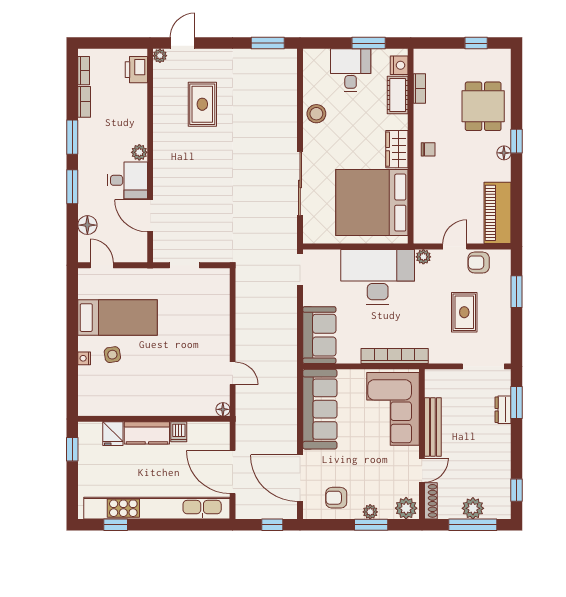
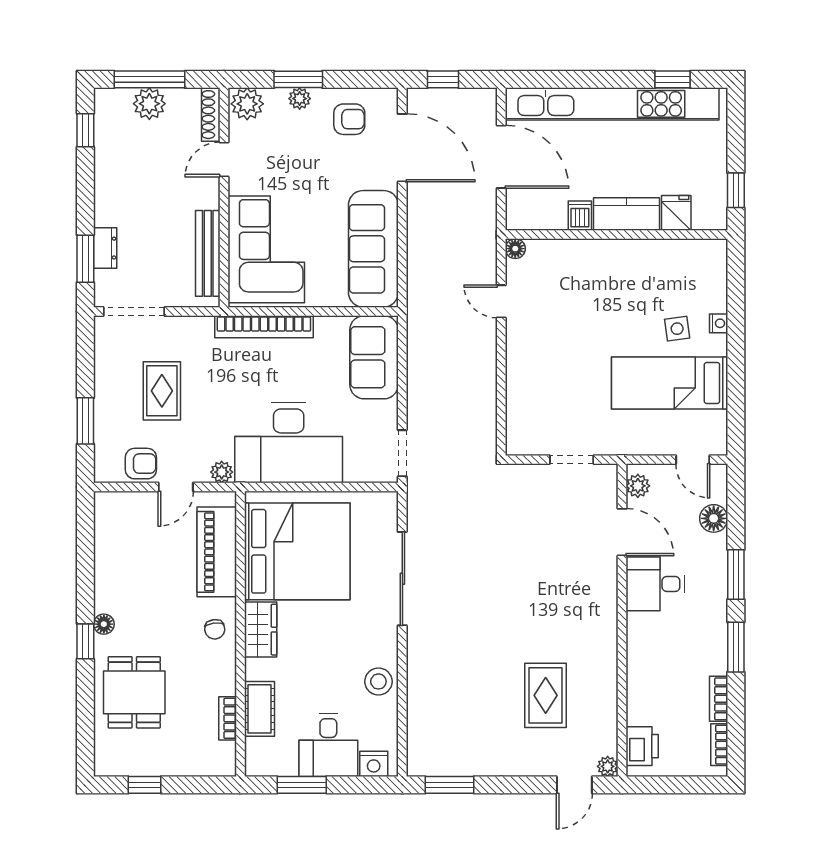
nightstand: (399, 65) -> (374, 764), moved, turned -90
chair: (428, 149) -> (215, 629), turned -97
plant: (139, 152) -> (638, 486), moved
piano: (498, 213) -> (217, 552), moved, turned 180
bench: (433, 427) -> (208, 253), moved

